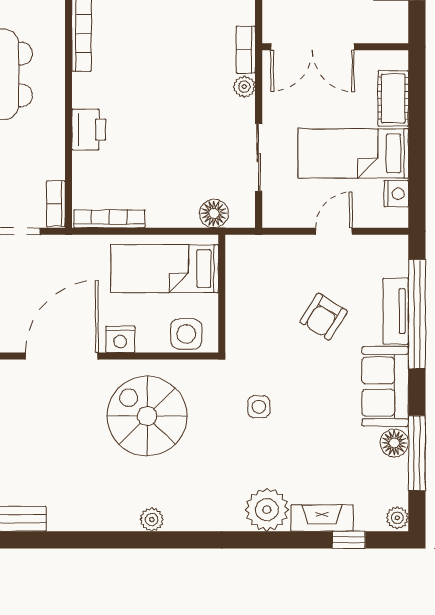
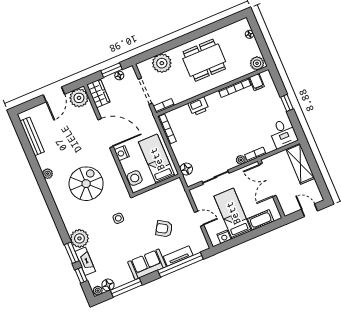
spiral stairs: (147, 416) -> (86, 184), moved
floor lamp: (394, 443) -> (108, 285), moved
plant: (152, 519) -> (48, 174), moved
window: (291, 540) -> (72, 253), added

